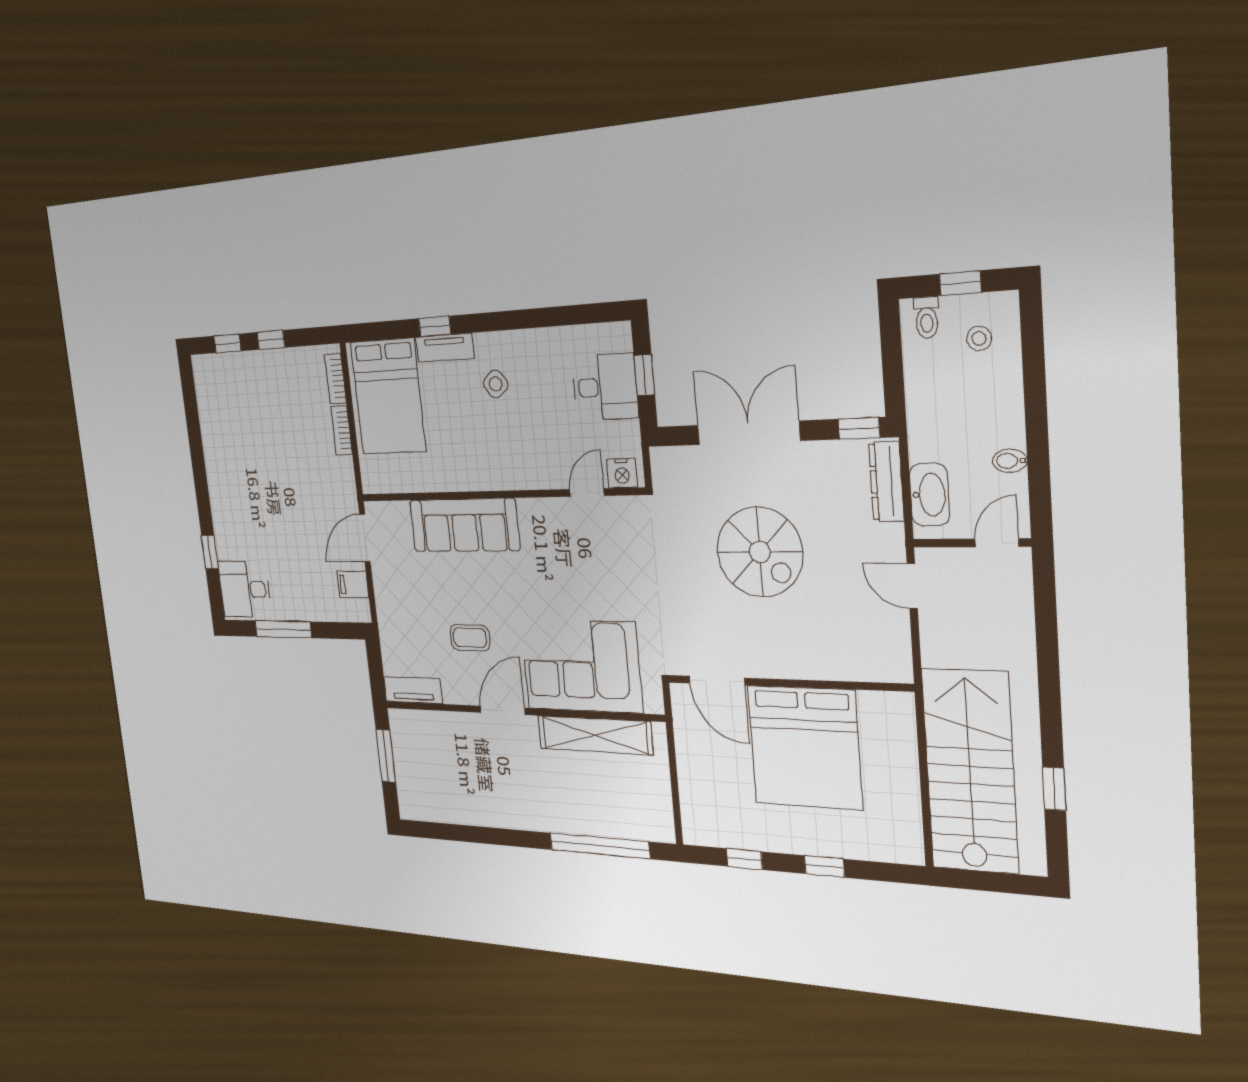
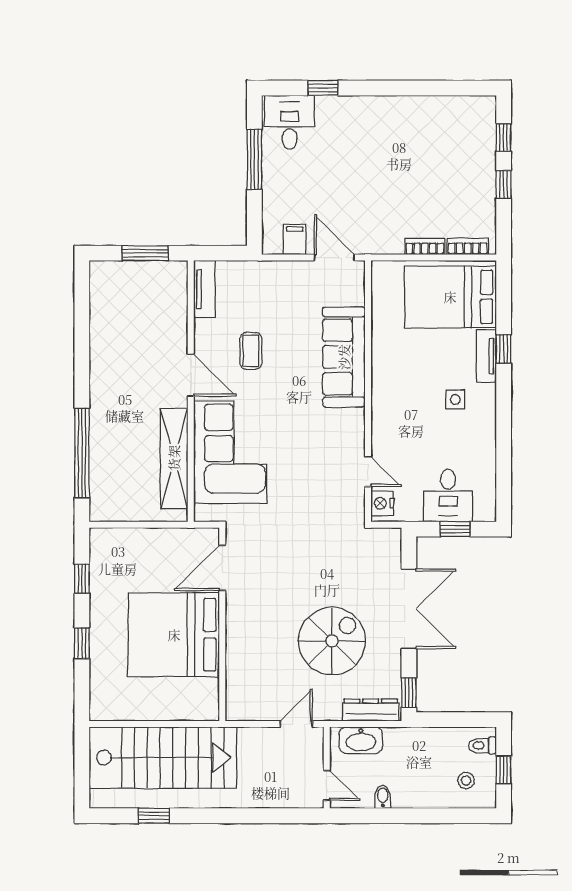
side table: (496, 384) -> (455, 400), turned 37
spiral stairs: (760, 552) -> (332, 641), moved, turned 180

